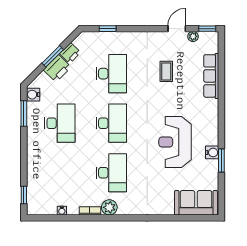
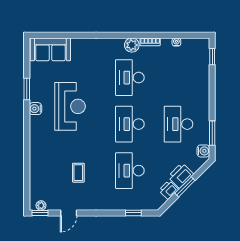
plant: (193, 36) -> (41, 205), moved
row of seats: (211, 76) -> (36, 168), removed
water cooler: (212, 152) -> (35, 109), moved

